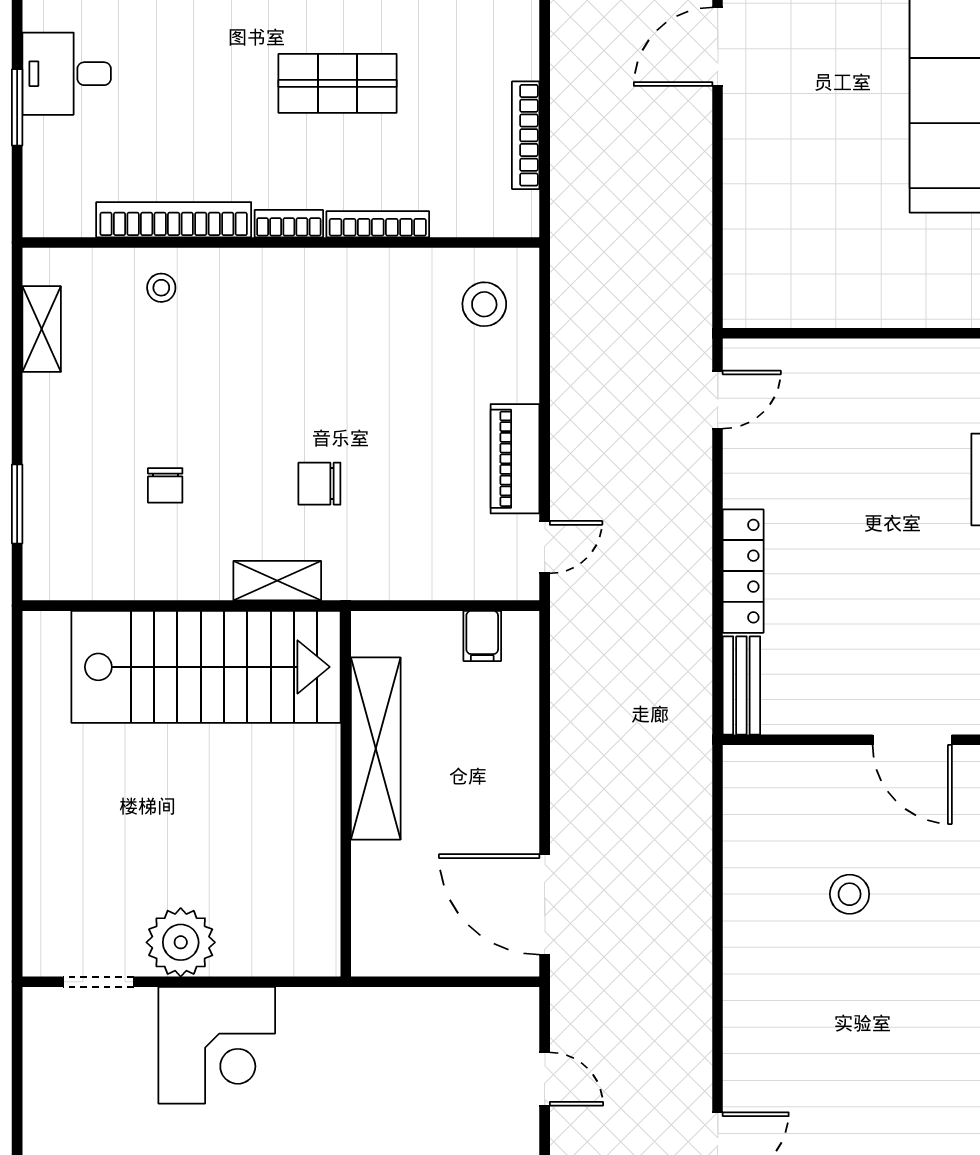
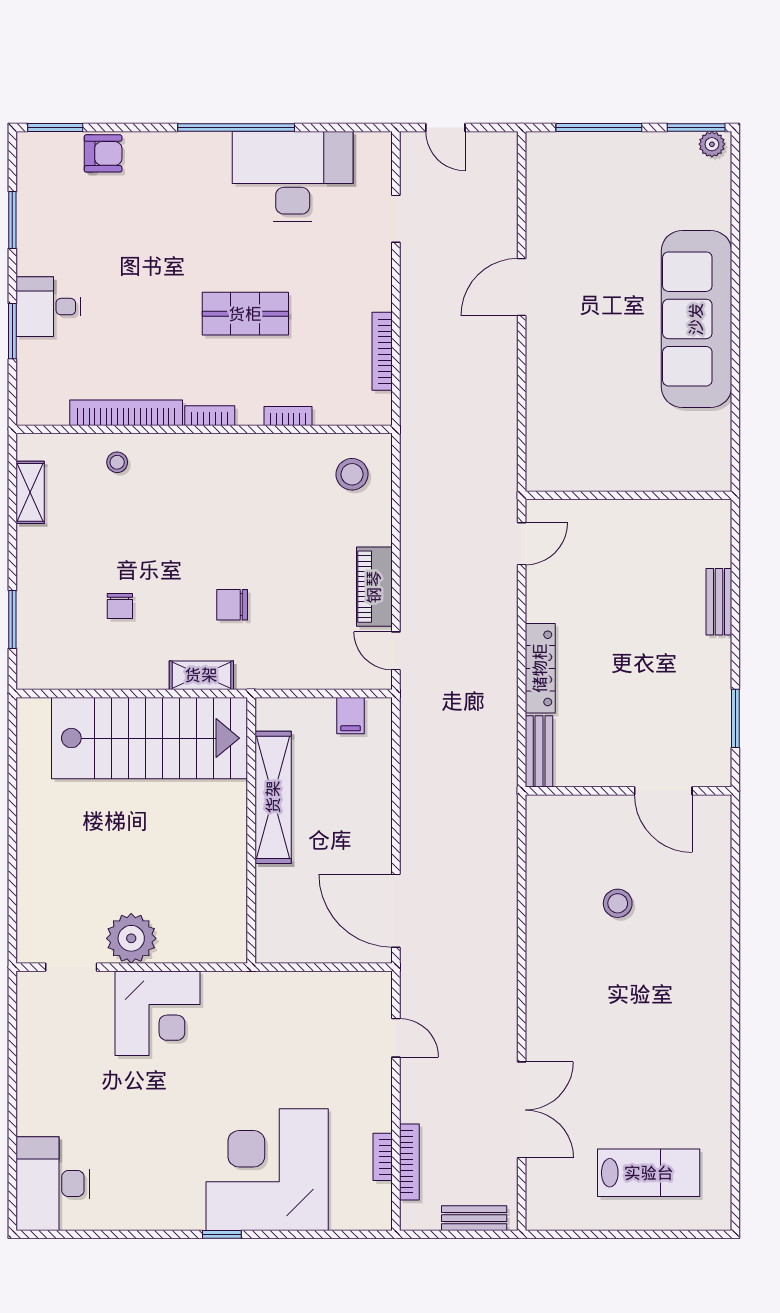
bookcase: (378, 224) -> (288, 416), width x0.64
door: (545, 547) -> (396, 651), swing flipped

